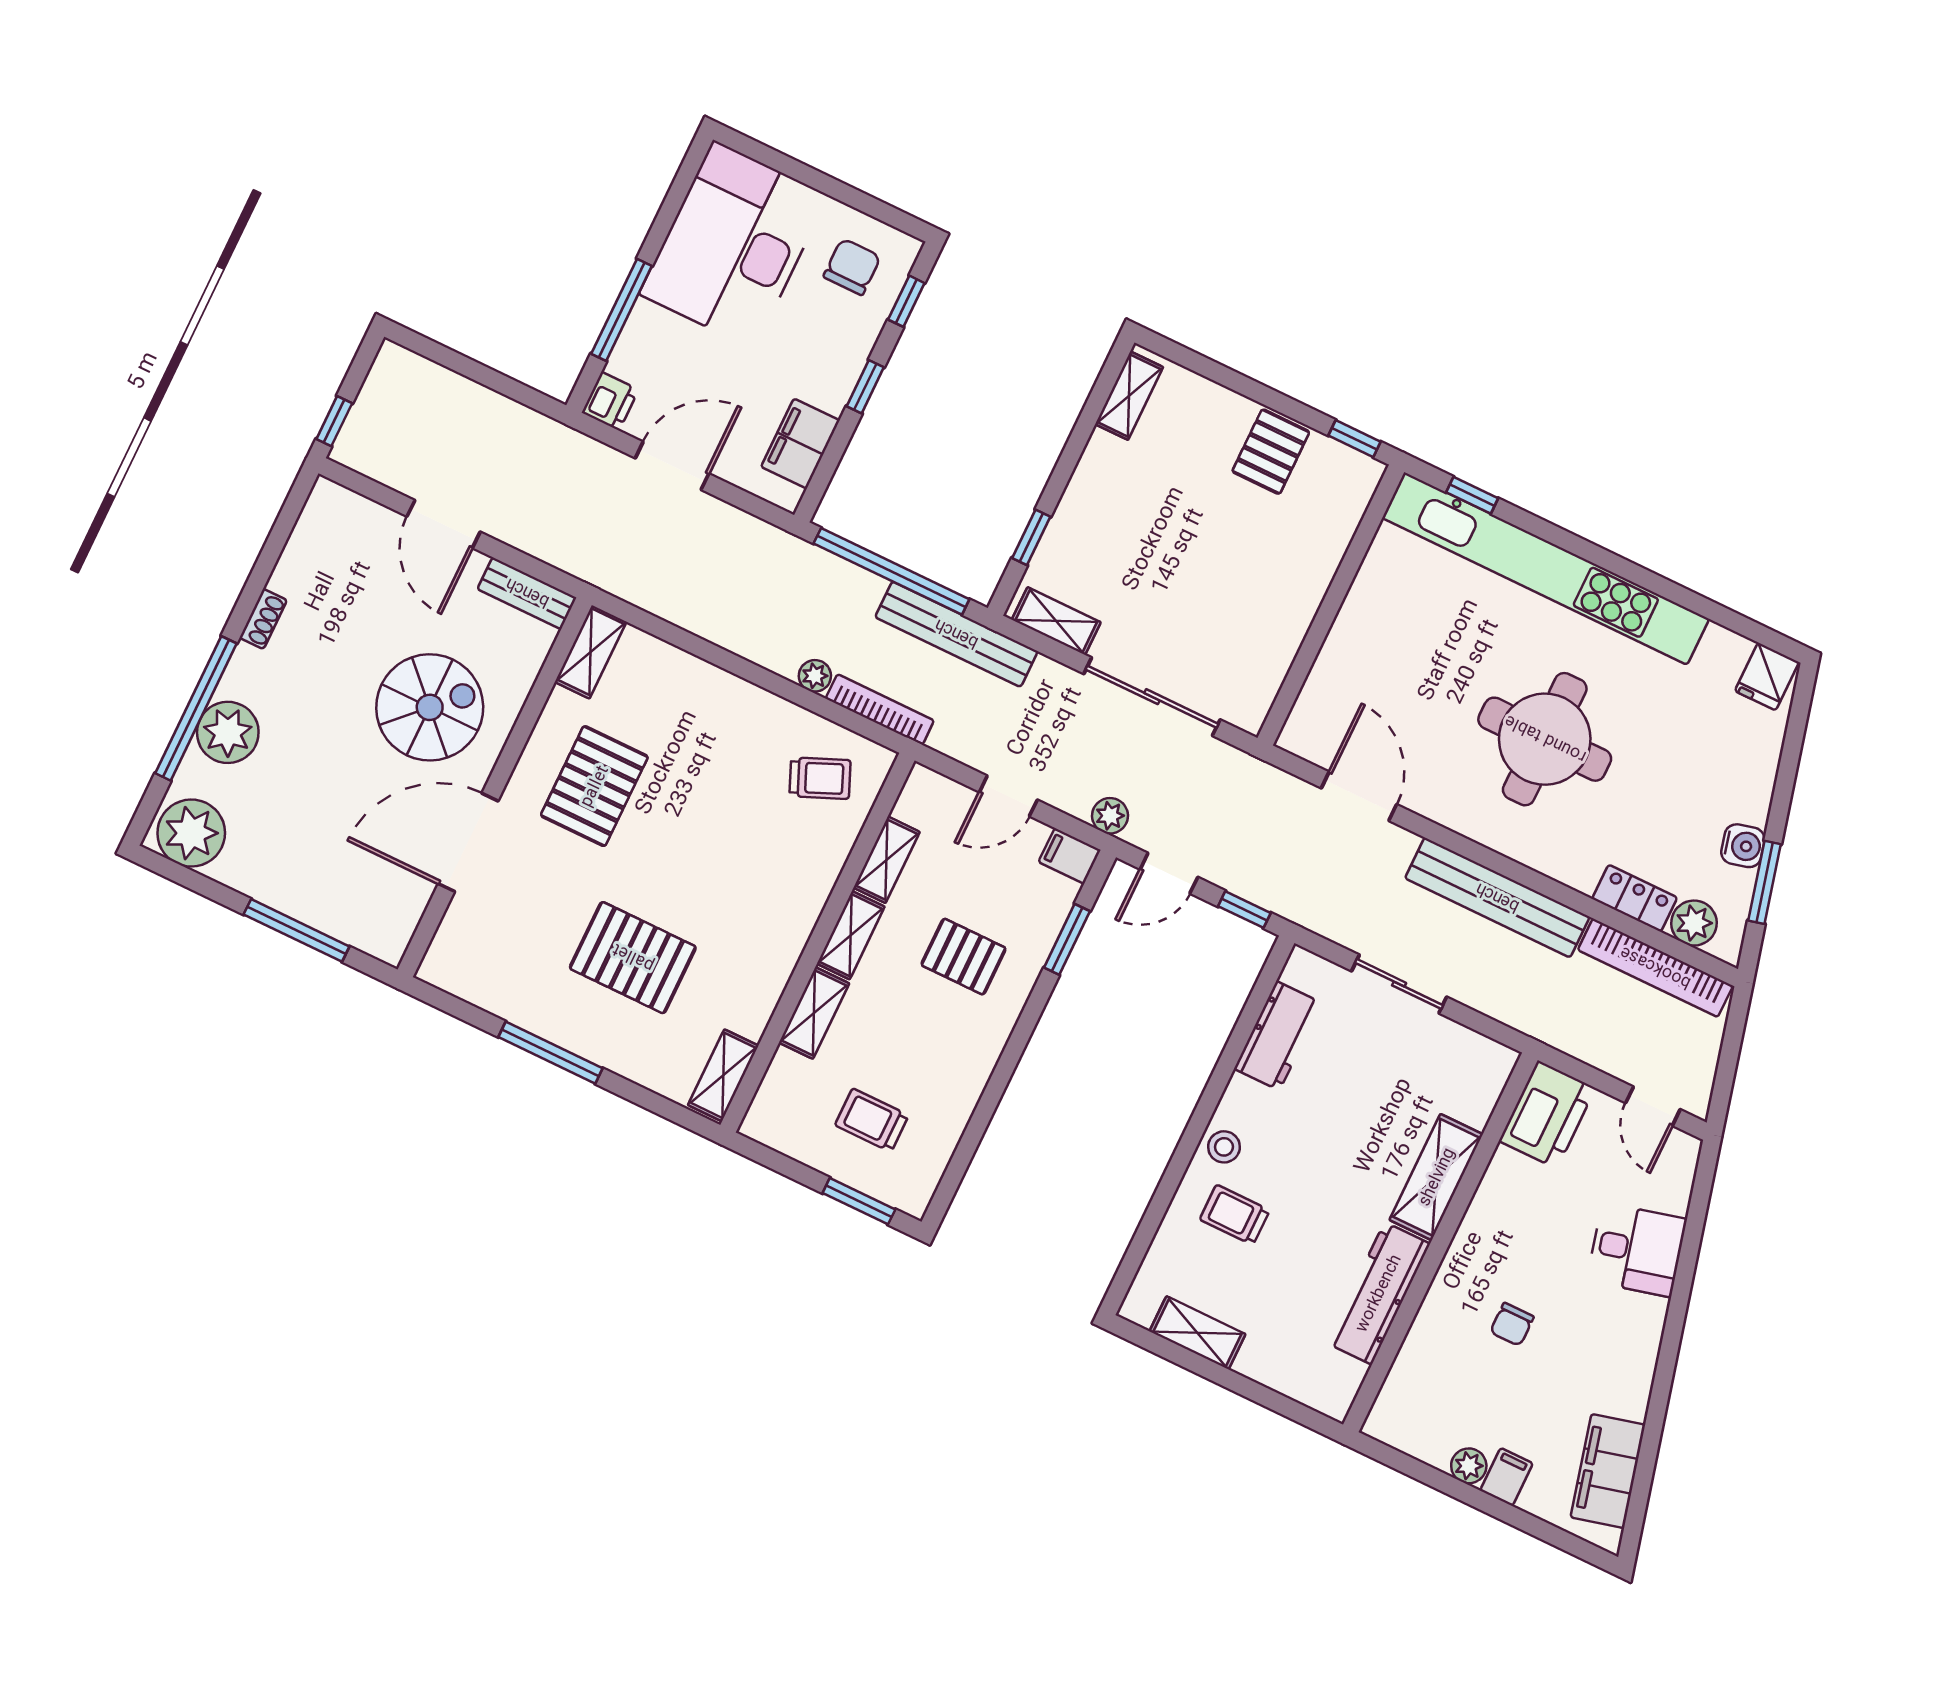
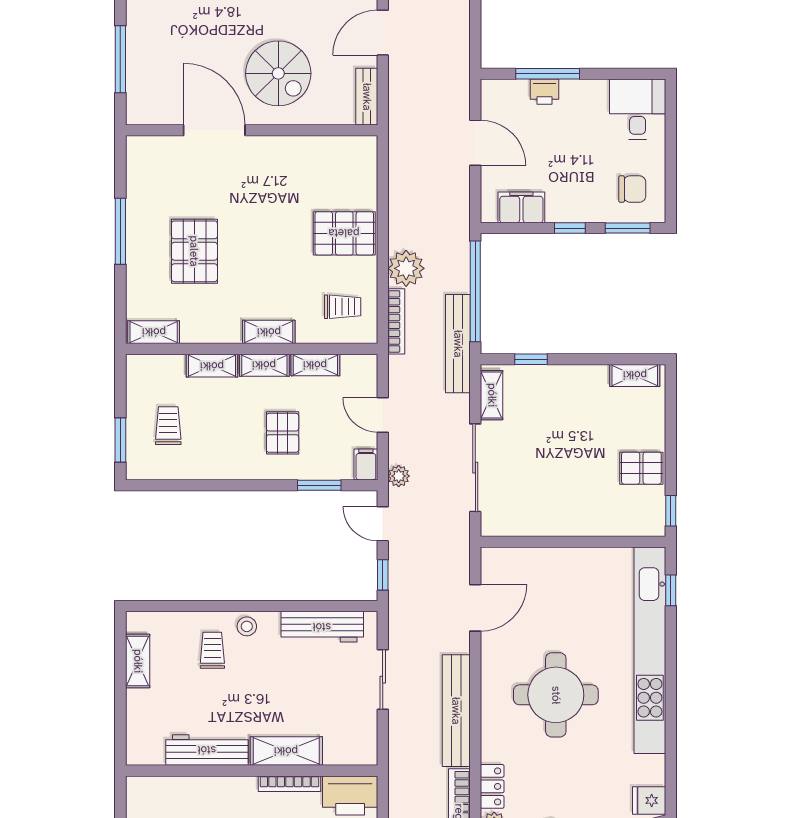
desk: (734, 245) -> (638, 109), width x0.53, depth x0.77
window: (906, 301) -> (628, 228), width x1.50
printer: (610, 401) -> (545, 92), moved
shelving: (591, 652) -> (269, 332), moved
plant: (815, 676) -> (406, 268), width x1.88, depth x1.88
trolley: (820, 778) -> (343, 307), turned -67
pallet: (594, 786) -> (344, 233), moved
workbench: (1278, 1036) -> (322, 627), width x1.38
bookcase: (1487, 1196) -> (289, 784), added

